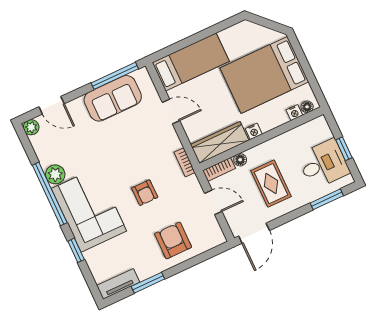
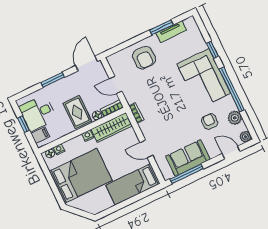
filing cabinet: (321, 133) -> (40, 135), added
plant: (55, 174) -> (235, 118), moved
rug: (271, 184) -> (77, 112), moved
armchair: (145, 193) -> (210, 122), moved
window: (327, 199) -> (53, 80), moved
tv unit: (118, 284) -> (171, 32), moved

